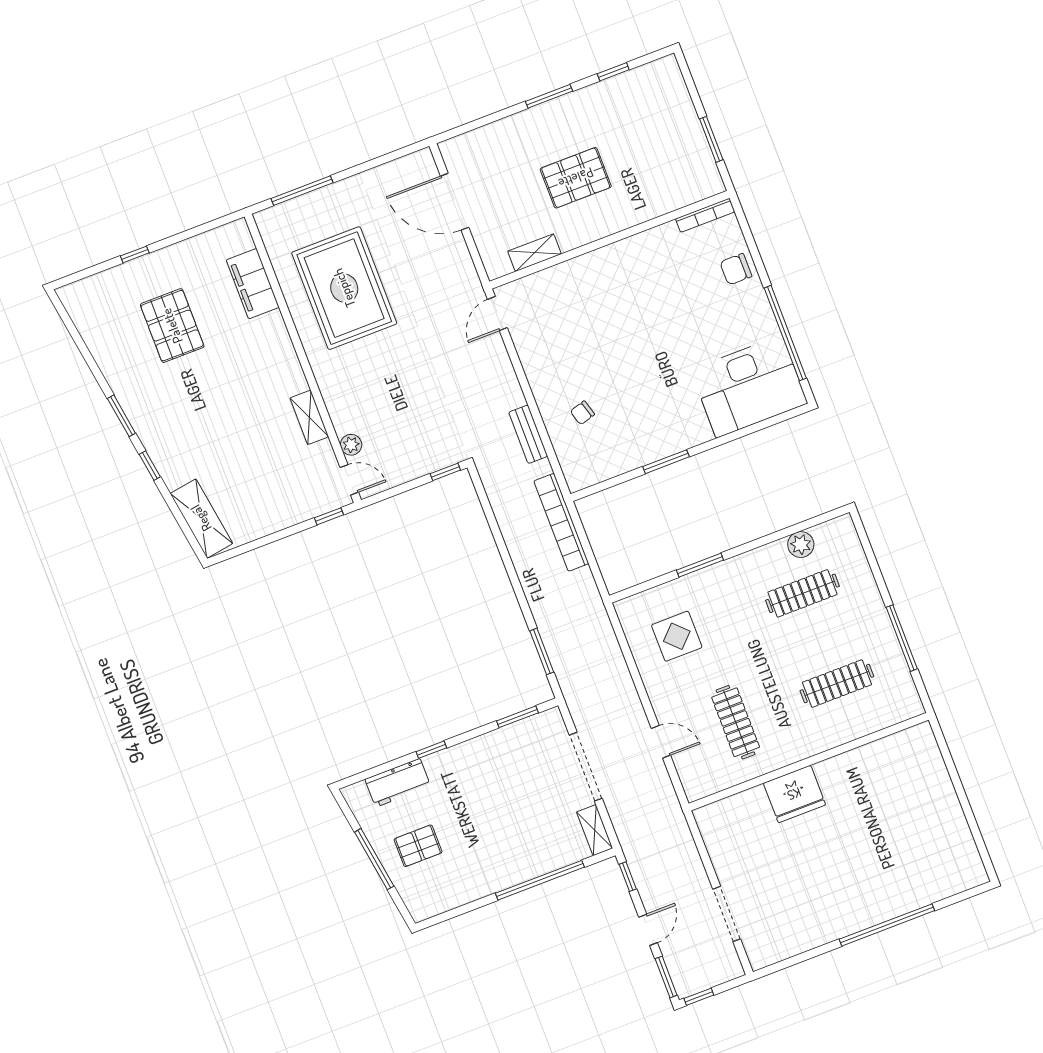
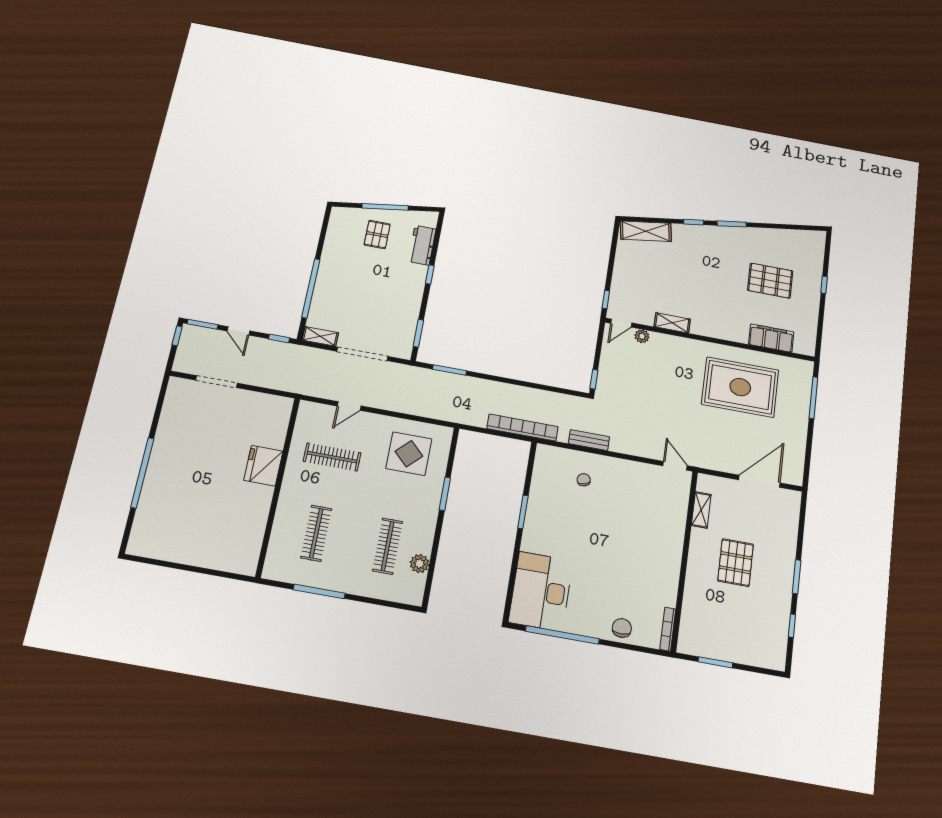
display table: (677, 636) -> (409, 454), width x1.36, depth x1.36

